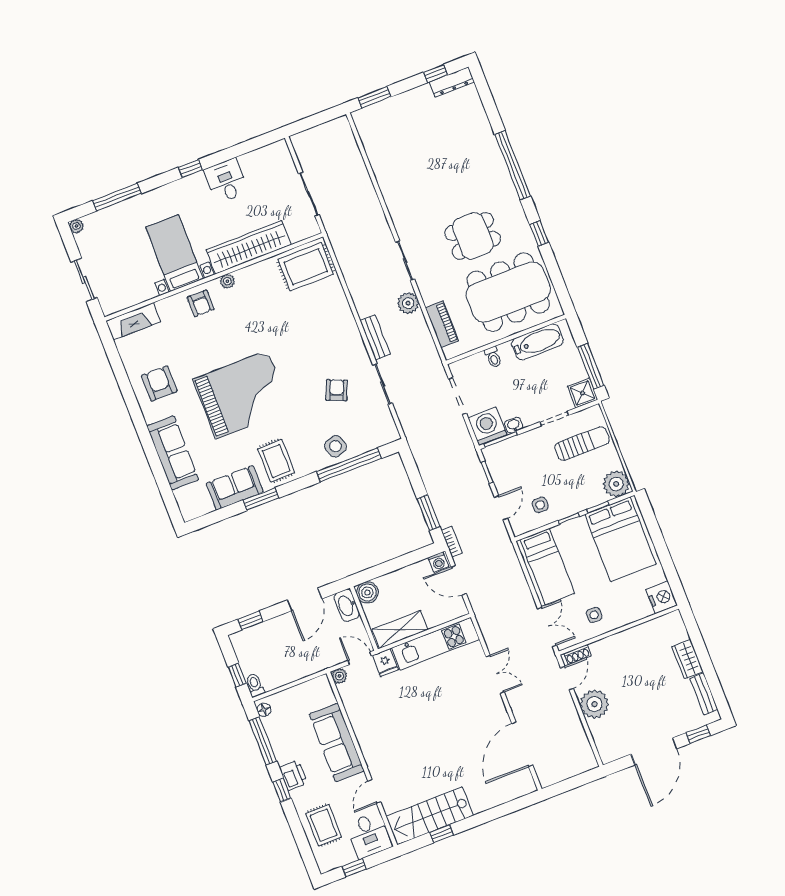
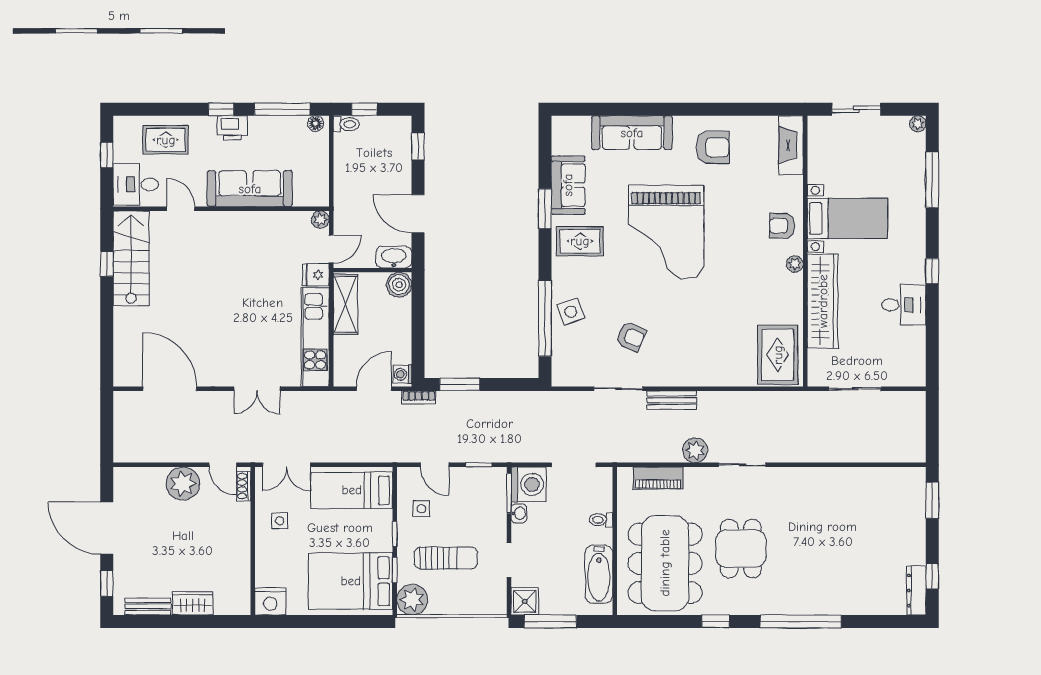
sun lounger: (582, 444) -> (446, 558), moved, turned -90

